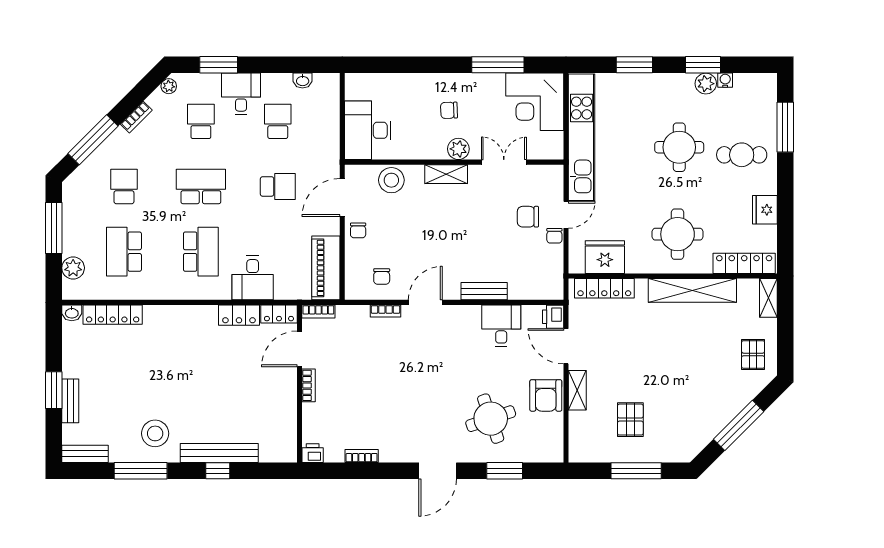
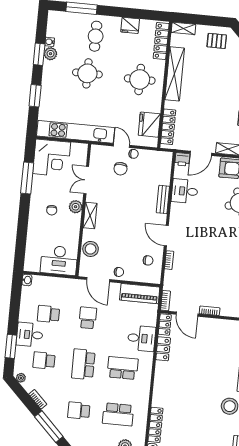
washbasin: (303, 81) -> (27, 280), moved

